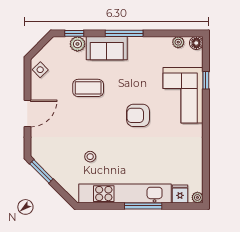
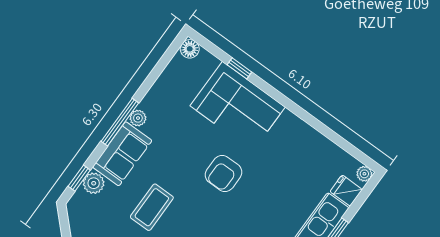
plant: (178, 42) -> (138, 118), moved

